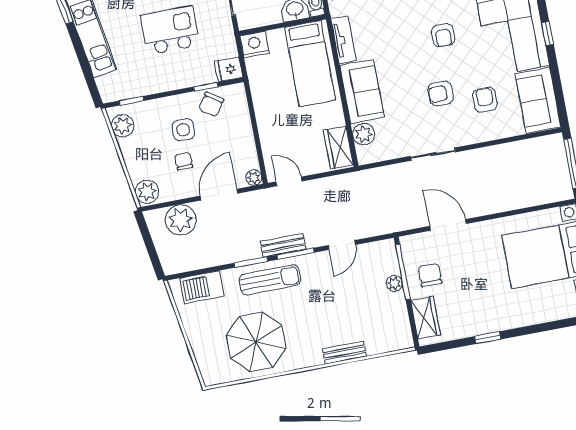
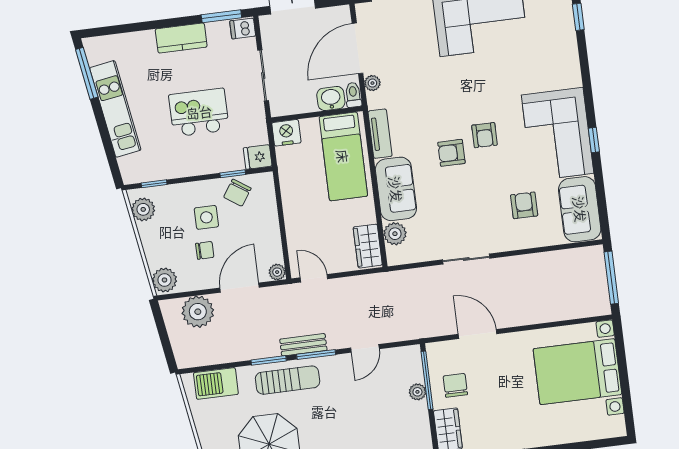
armchair: (441, 94) -> (451, 153), moved
chair: (184, 161) -> (205, 250), turned 92

